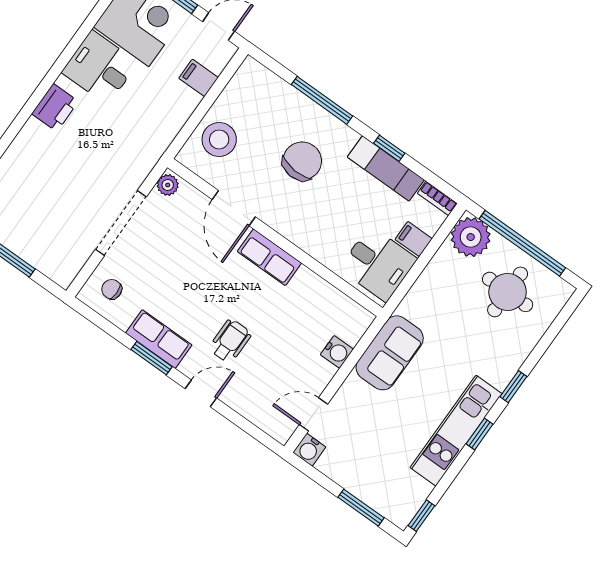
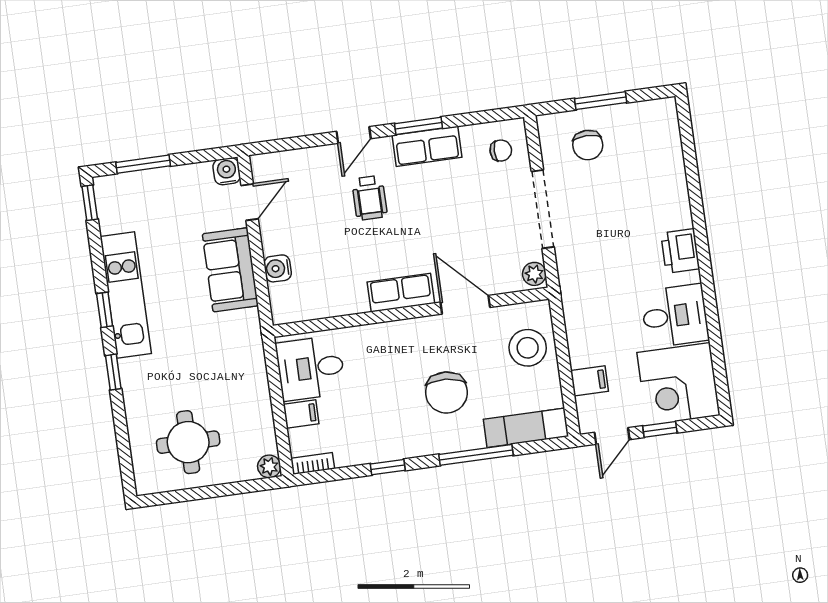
exam couch: (386, 168) -> (526, 428), moved
plant: (471, 237) -> (269, 466), width x0.53, depth x0.53
chair: (50, 238) -> (588, 145), added
window: (522, 243) -> (213, 491), removed
sofa: (390, 353) -> (230, 270), moved

